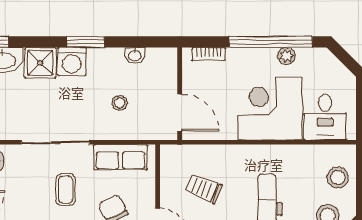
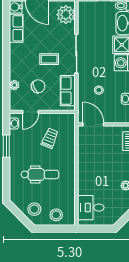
corner desk: (270, 108) -> (96, 176), removed
door: (180, 113) -> (93, 124), swing flipped

